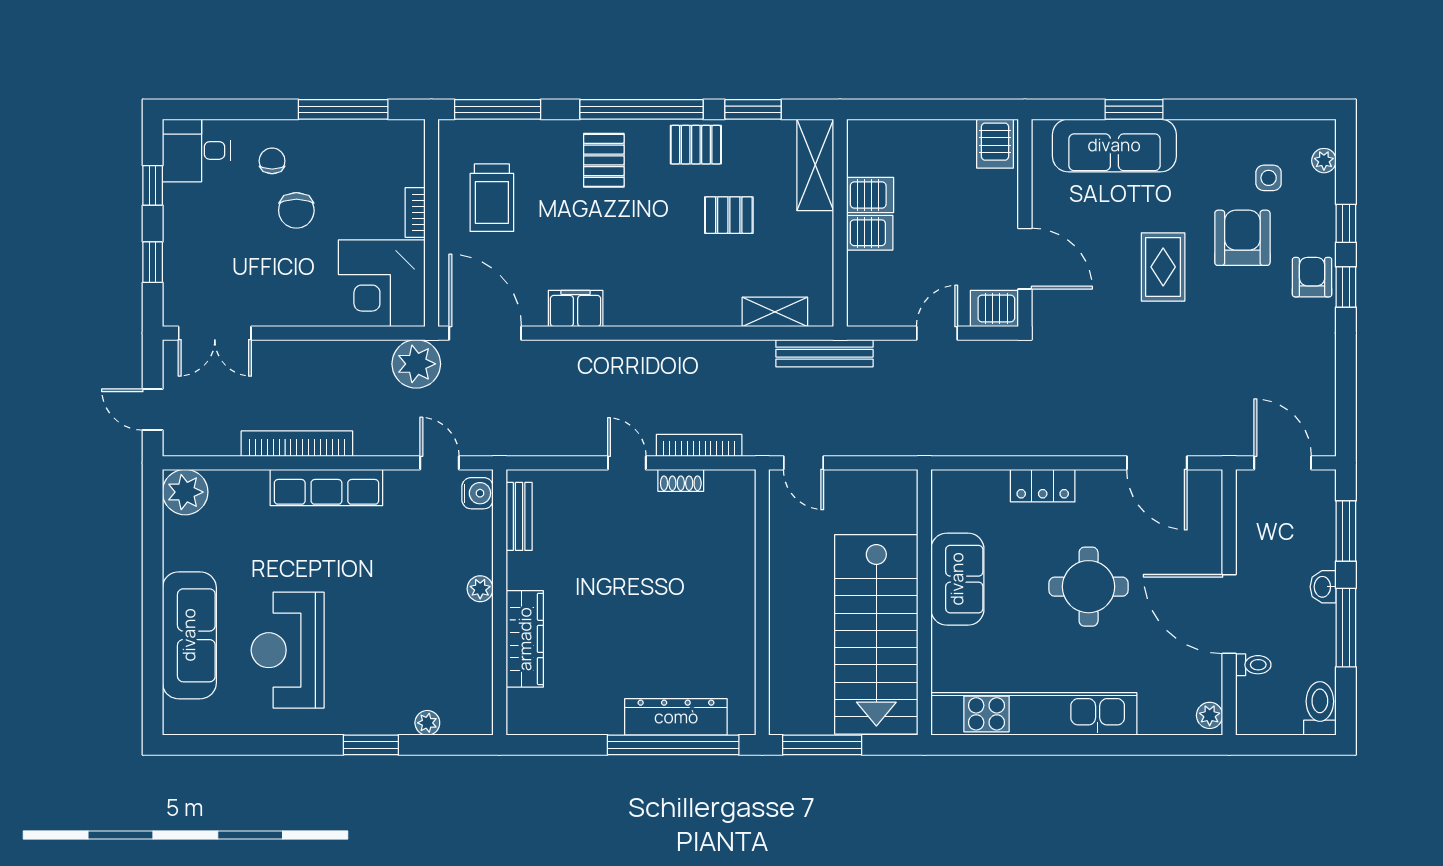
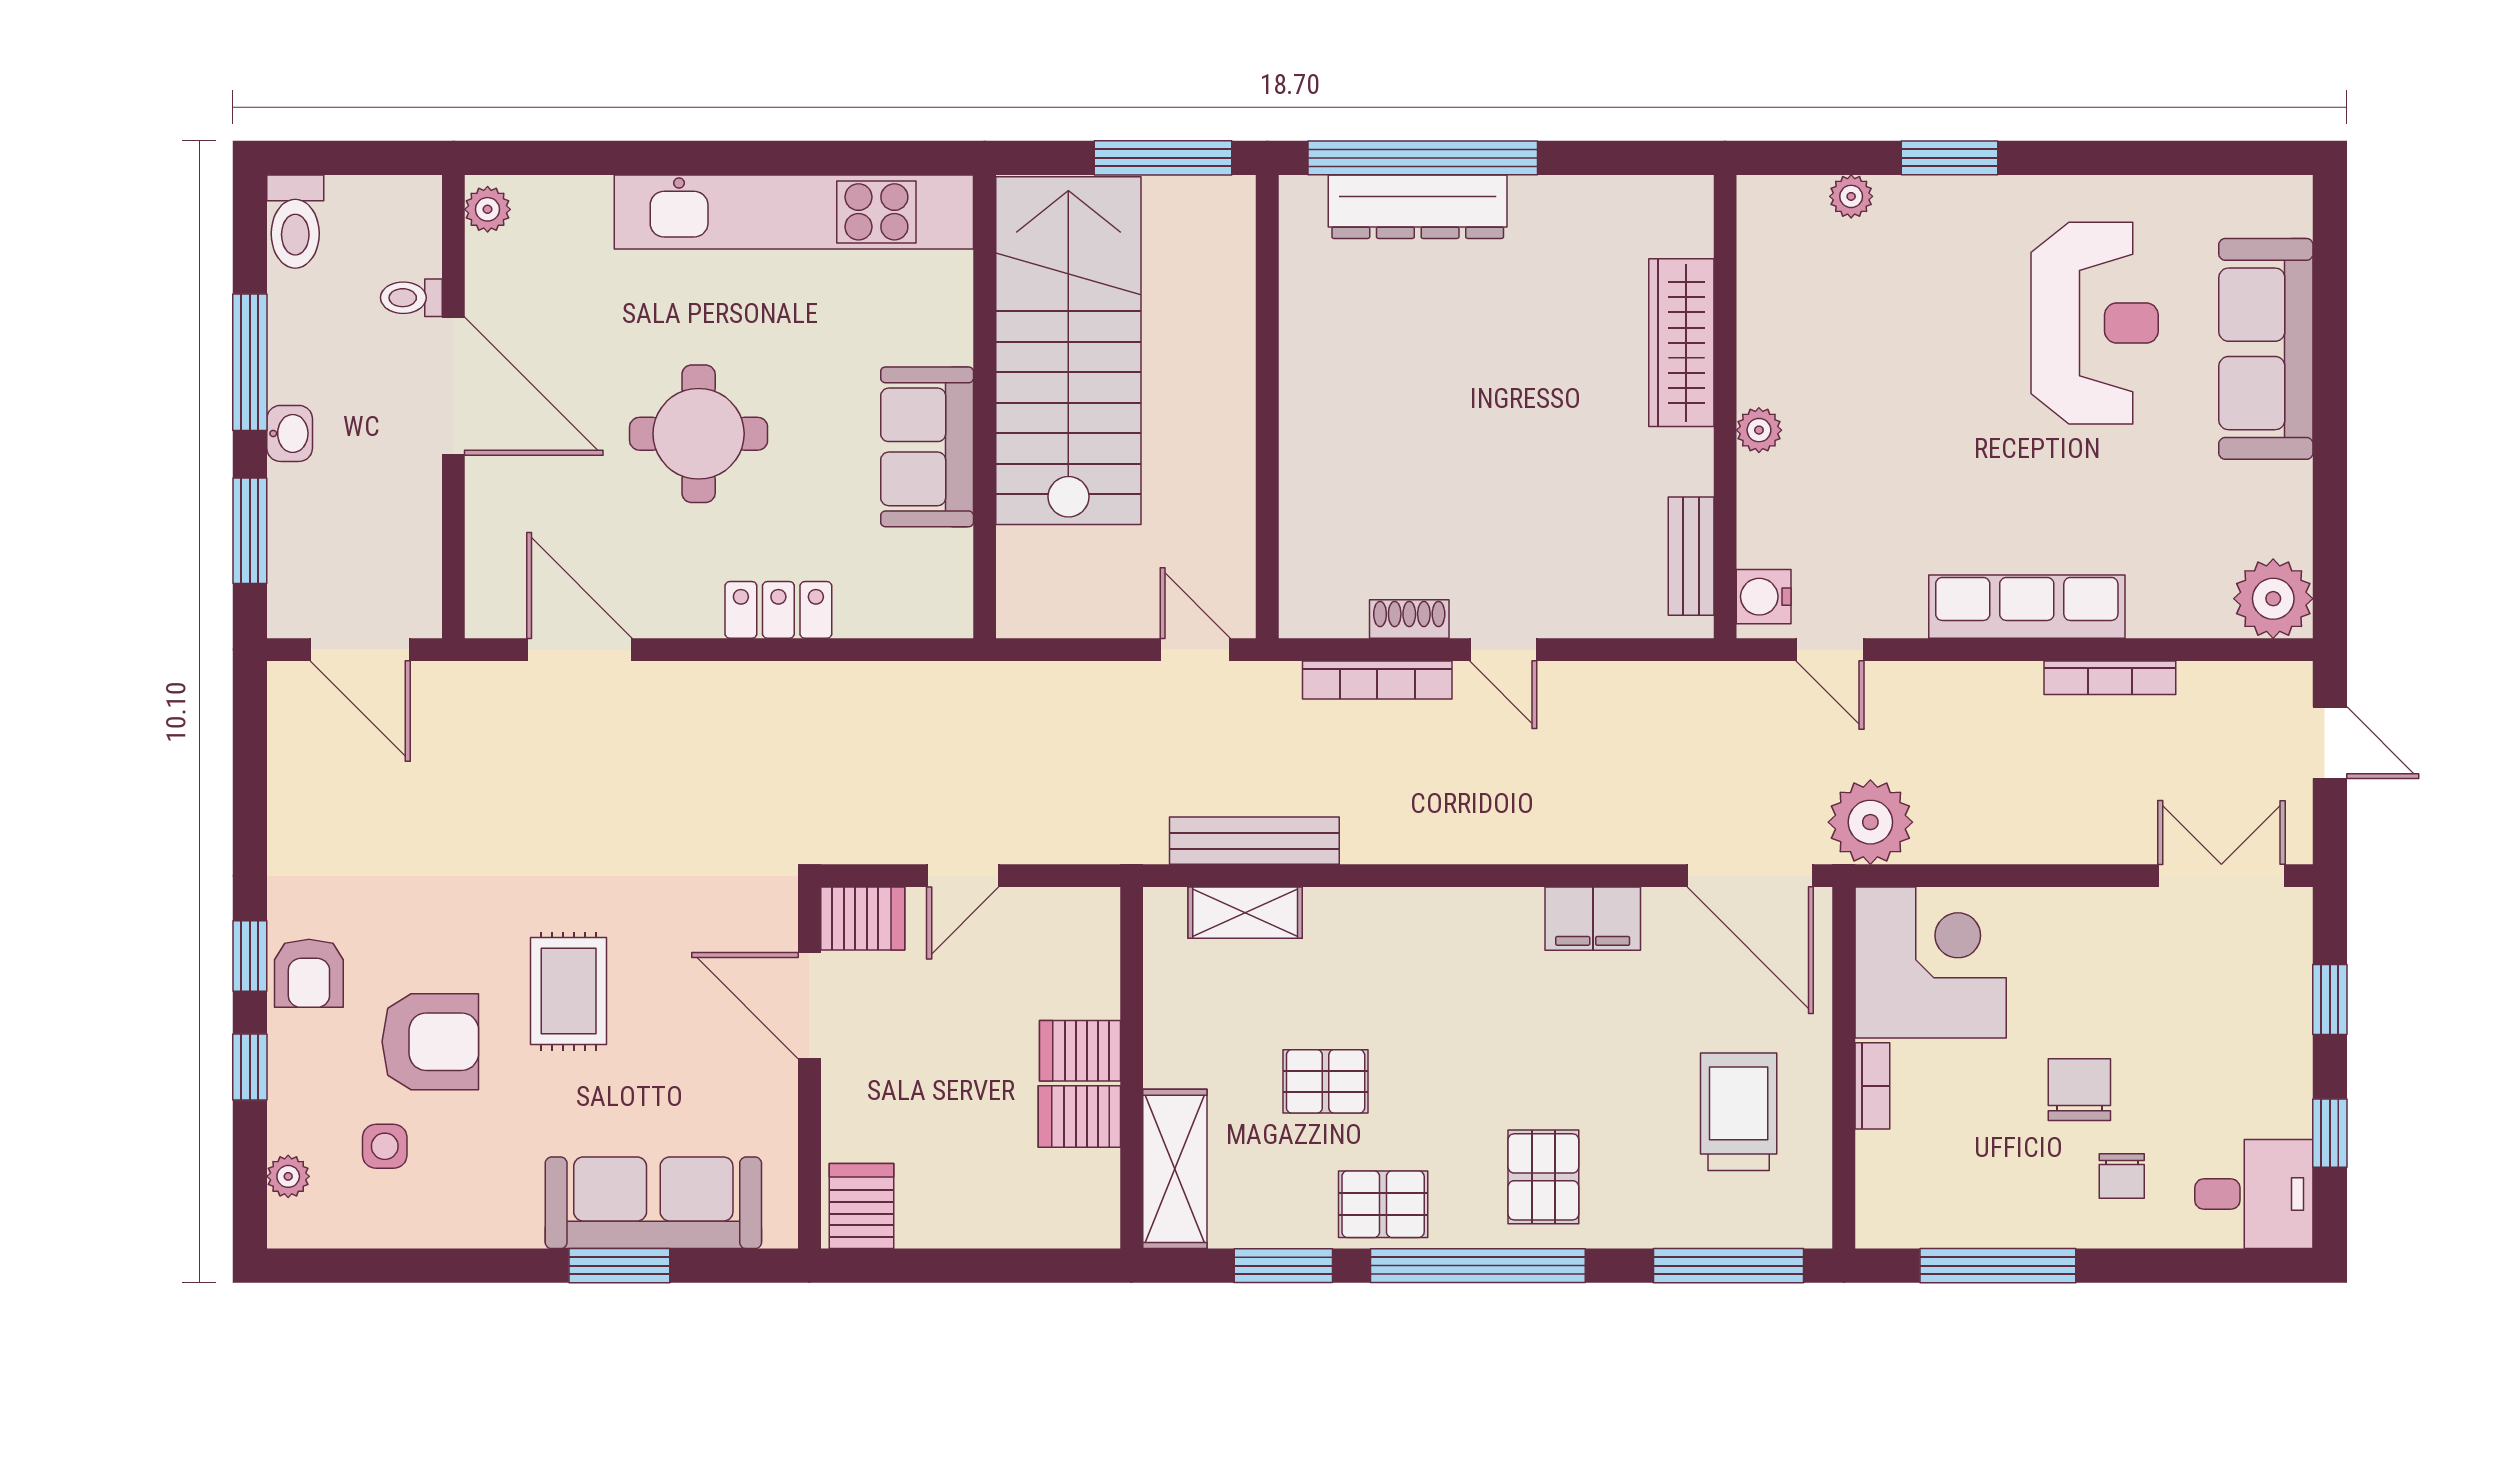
armchair: (1242, 238) -> (430, 1042), turned -90
bench: (824, 353) -> (1254, 841), moved
bookcase: (297, 444) -> (2110, 678), width x0.68, depth x0.76

